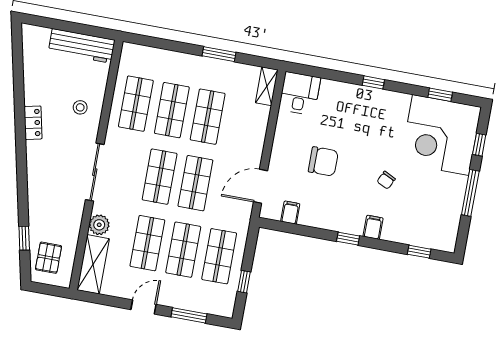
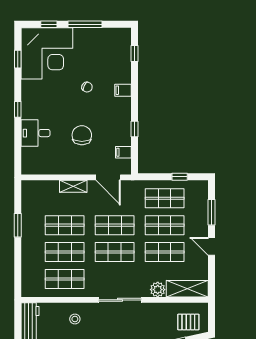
shelving: (267, 86) -> (73, 186), moved
desk: (300, 93) -> (36, 133), moved
window: (348, 239) -> (135, 129), moved

